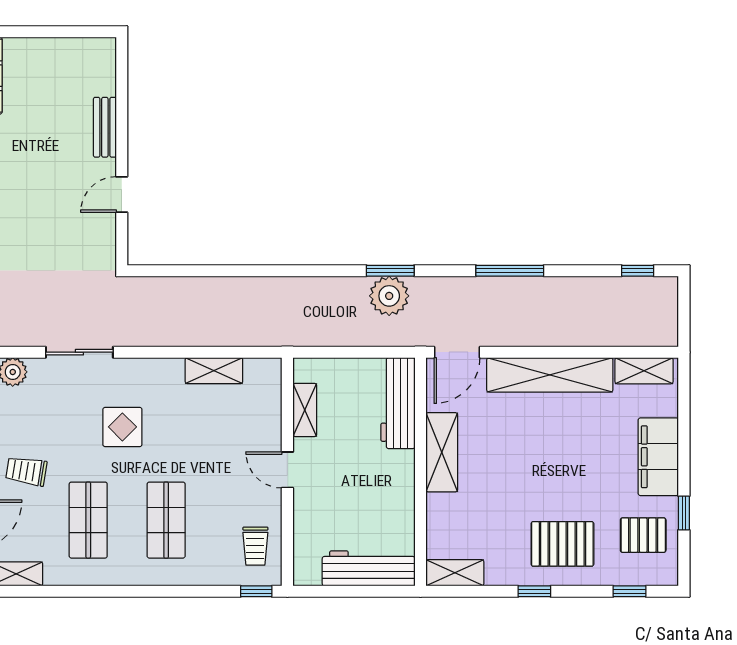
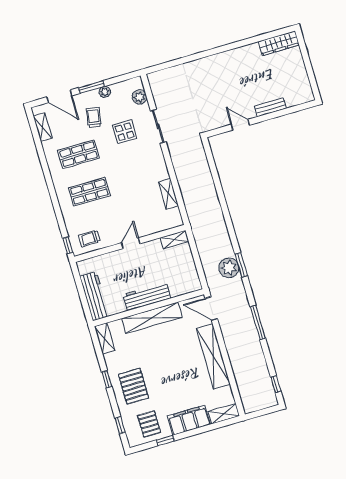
shelving: (644, 371) -> (224, 414), moved, turned 90
workbench: (398, 403) -> (147, 296), moved
shelving: (305, 410) -> (174, 240), moved
display table: (122, 427) -> (125, 132), moved
shelving: (442, 452) -> (152, 318), width x1.47

